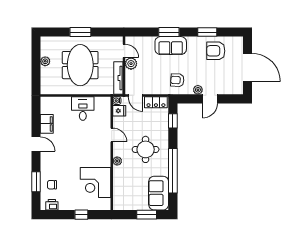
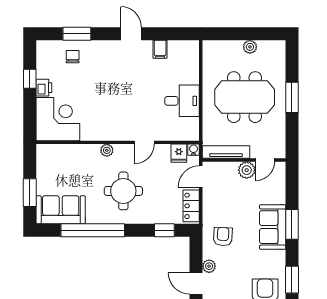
filing cabinet: (47, 124) -> (160, 49), width x0.50
door: (36, 144) -> (131, 34), swing flipped
corner desk: (95, 182) -> (58, 119), moved, turned 90
printer: (52, 205) -> (44, 88), moved
window: (81, 215) -> (30, 79), moved

